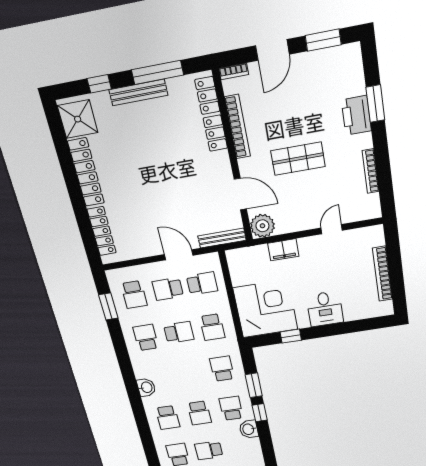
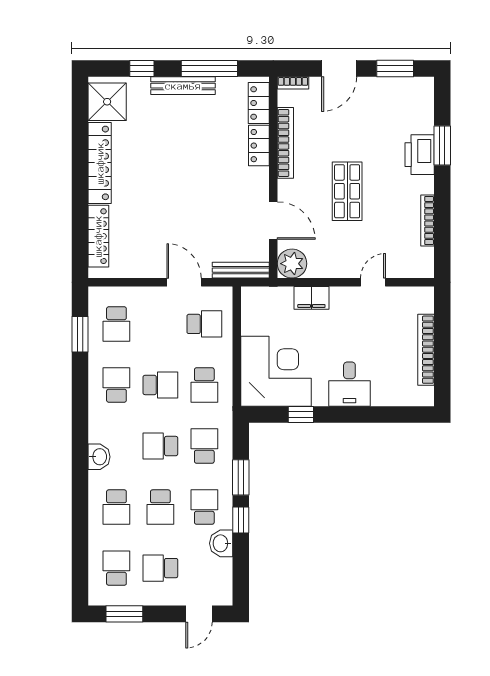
shop shelf: (298, 159) -> (347, 191), turned 90
school desk: (168, 289) -> (160, 446), moved

